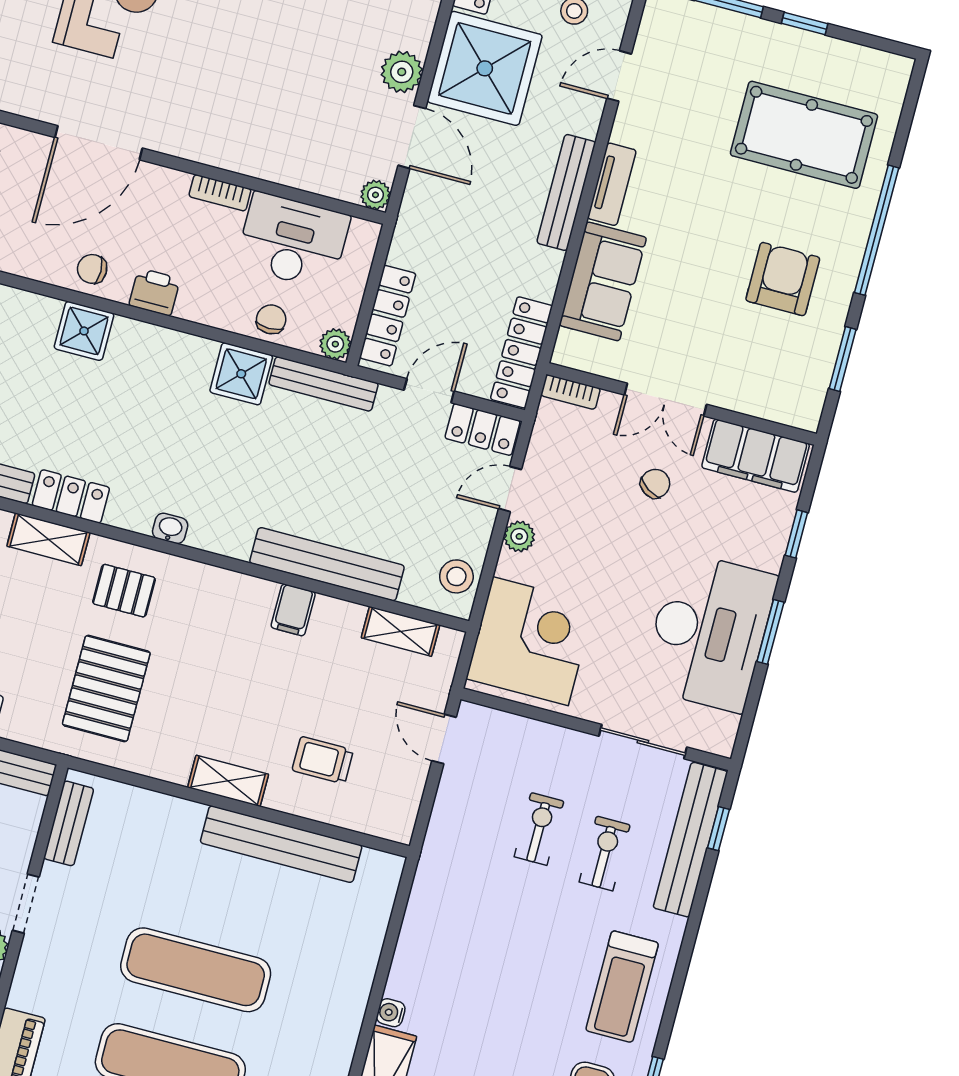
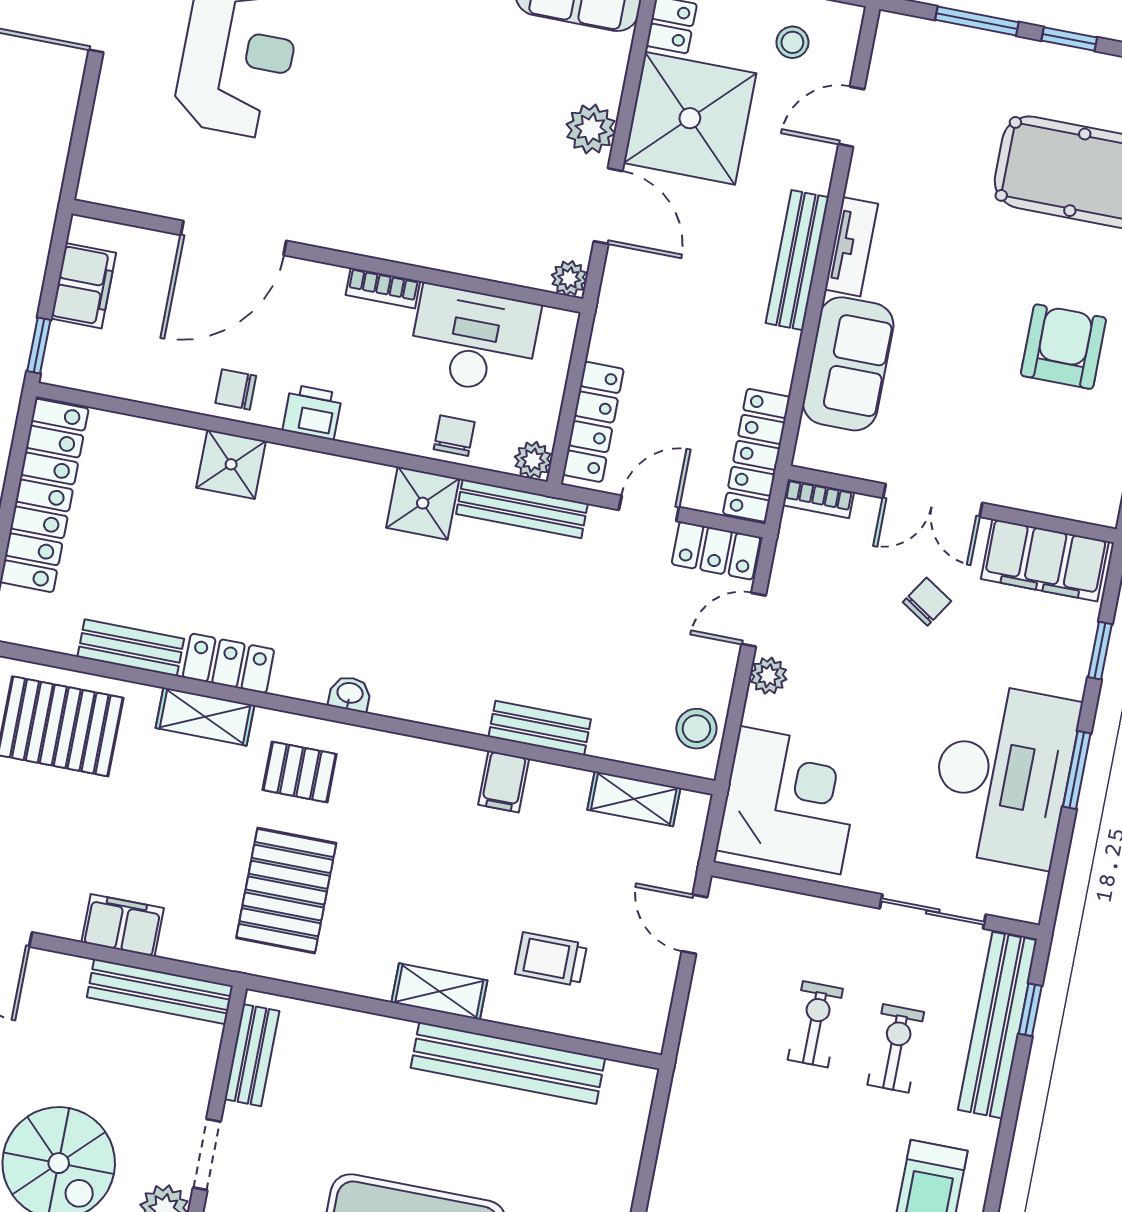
bench: (327, 564) -> (540, 728), width x0.54, depth x0.82

